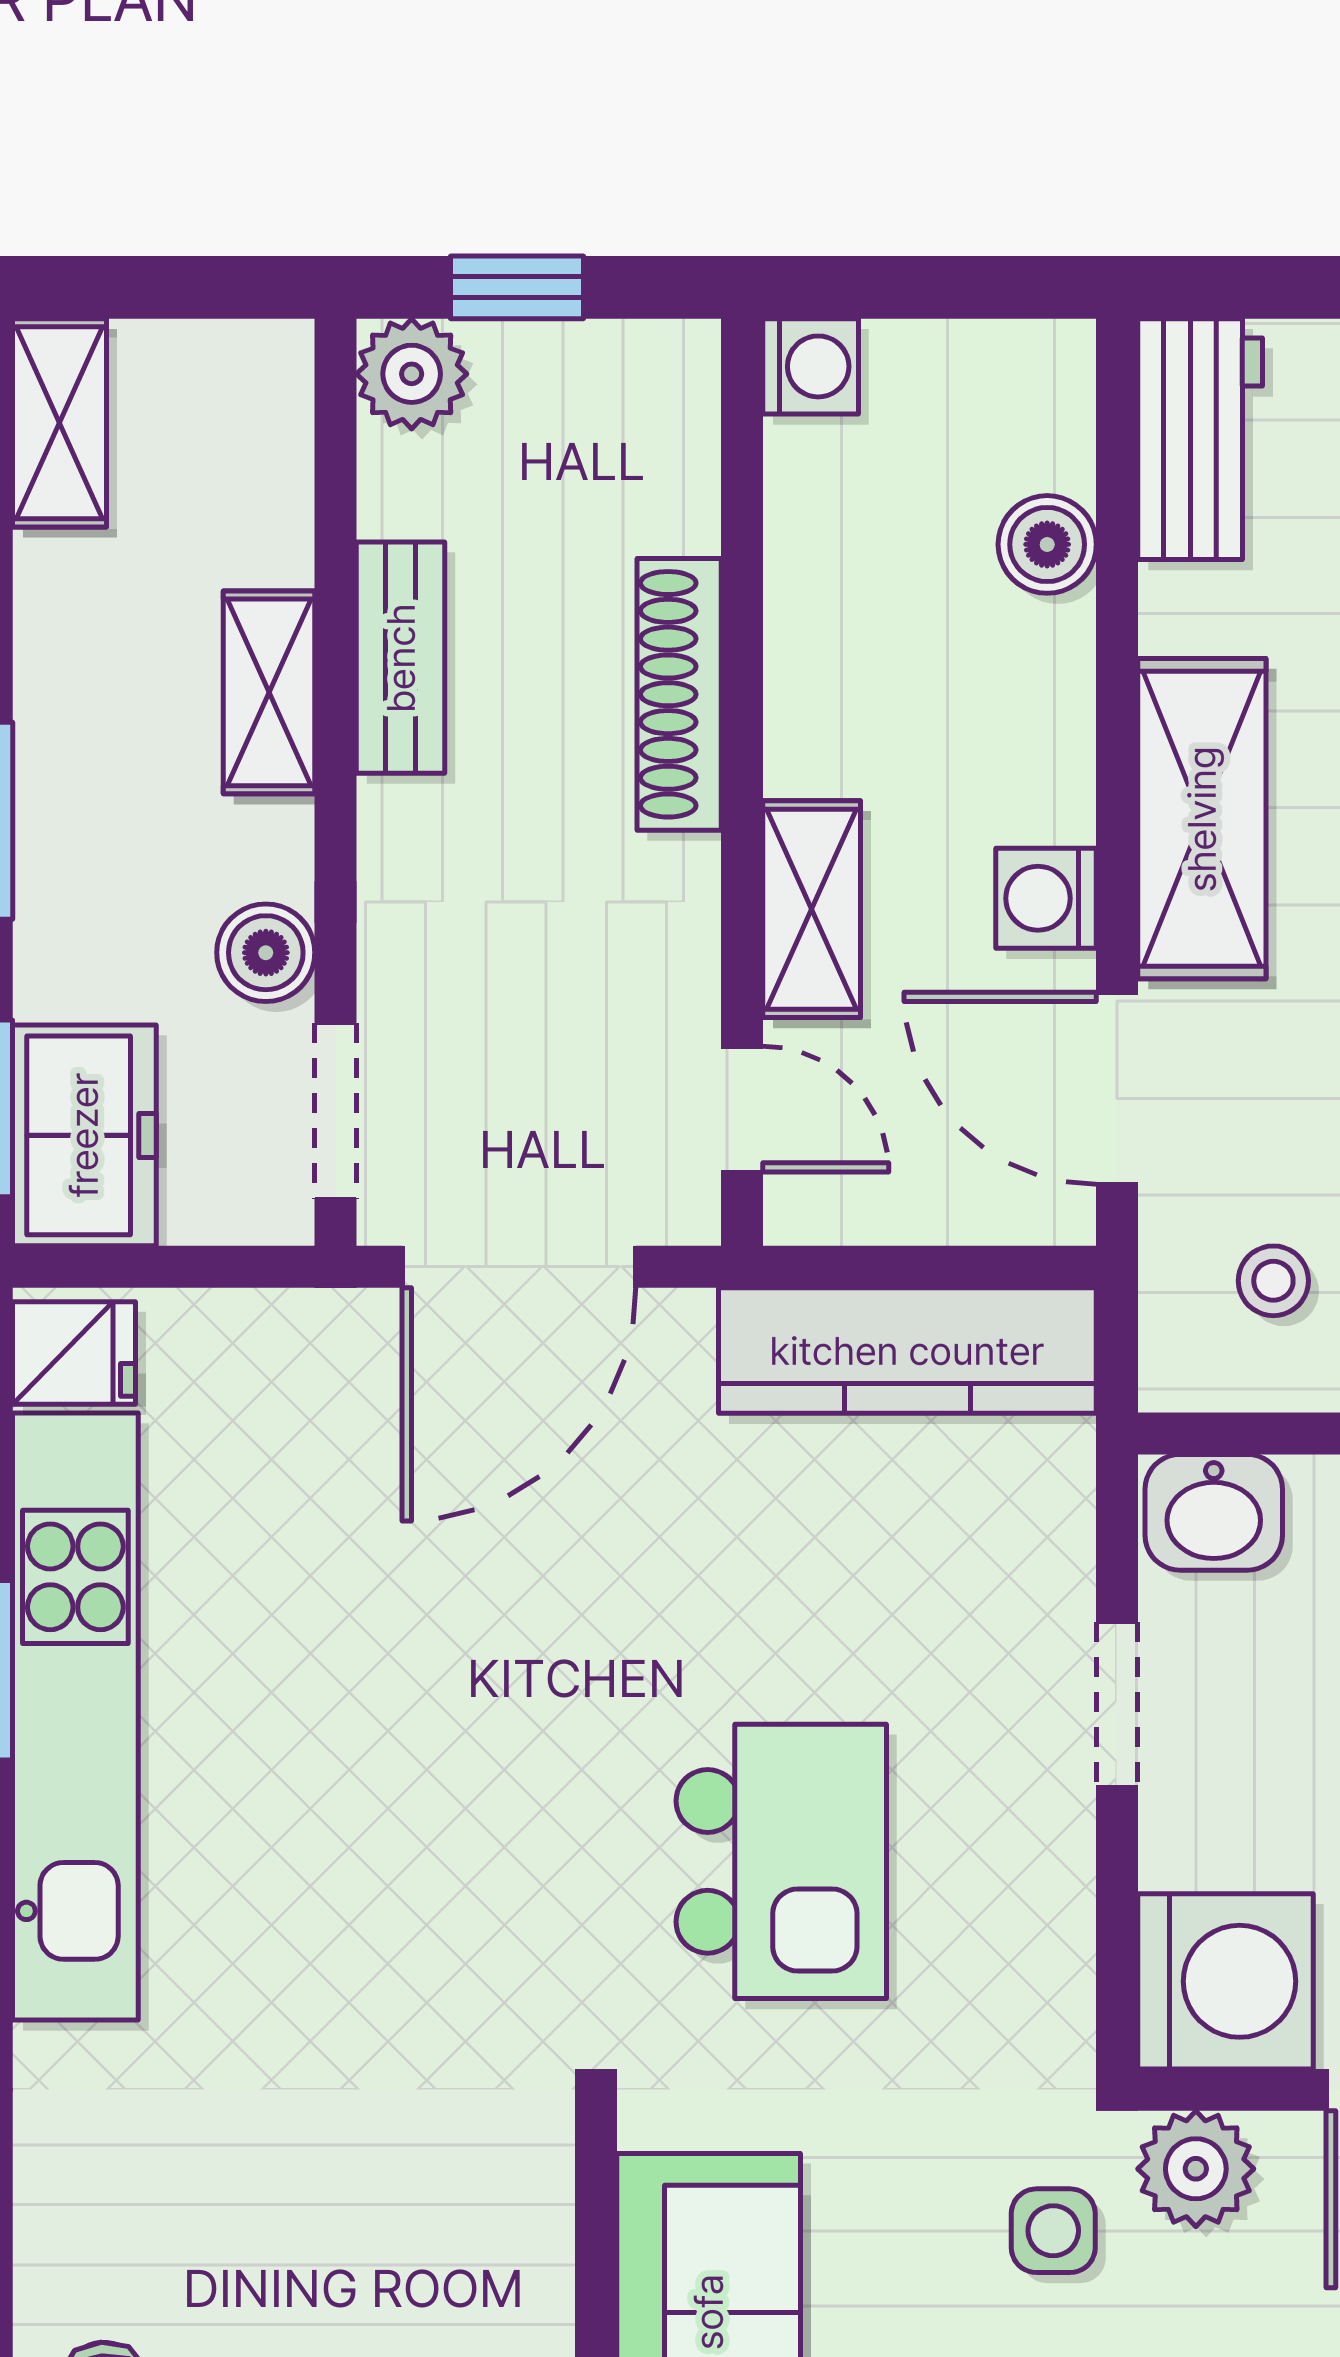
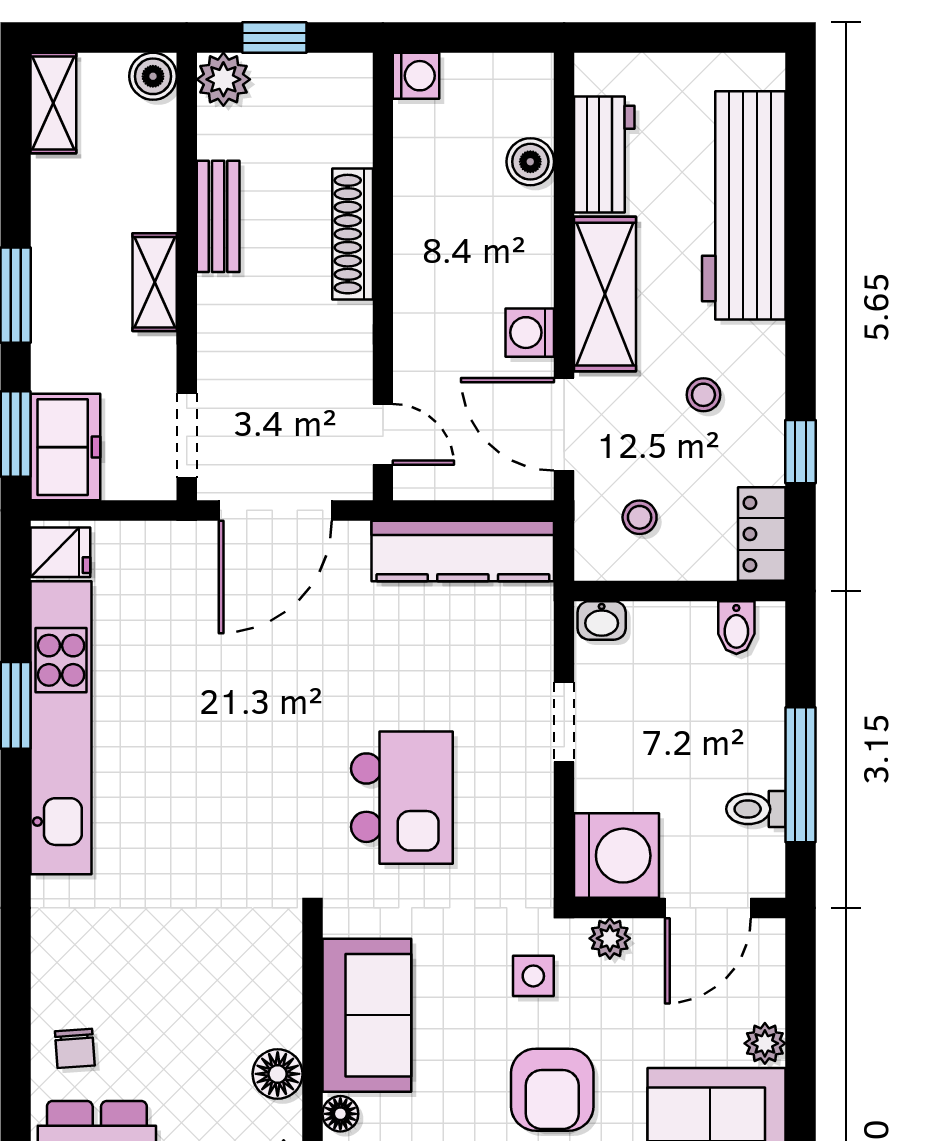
workbench: (1200, 439) -> (604, 155), moved
shelving: (269, 692) -> (155, 282), moved
shelving: (812, 909) -> (417, 338), removed
boiler: (266, 953) -> (153, 76), moved
washbasin: (1214, 1512) -> (602, 620), width x0.72, depth x0.69
plant: (1196, 2169) -> (610, 938), width x0.73, depth x0.73

